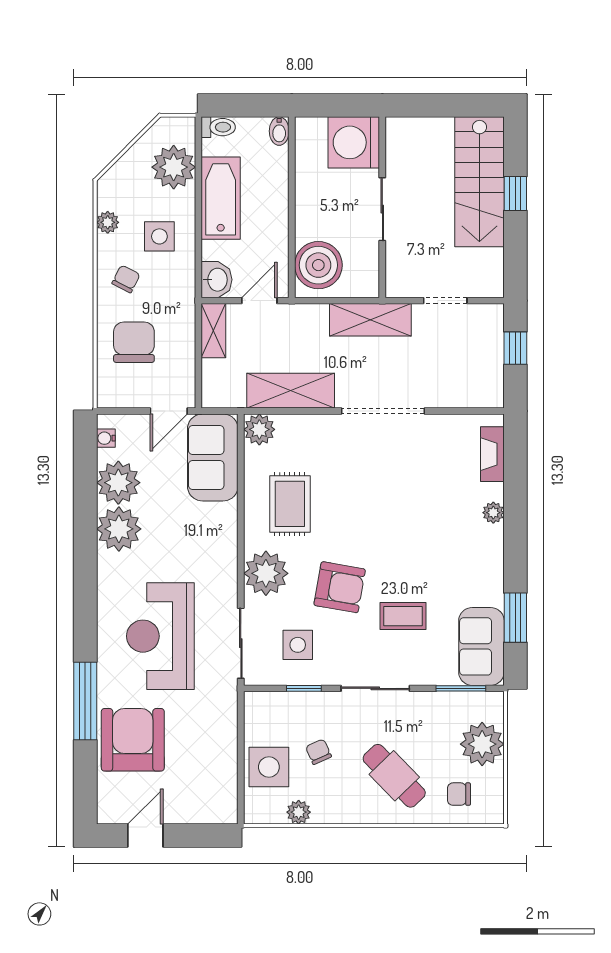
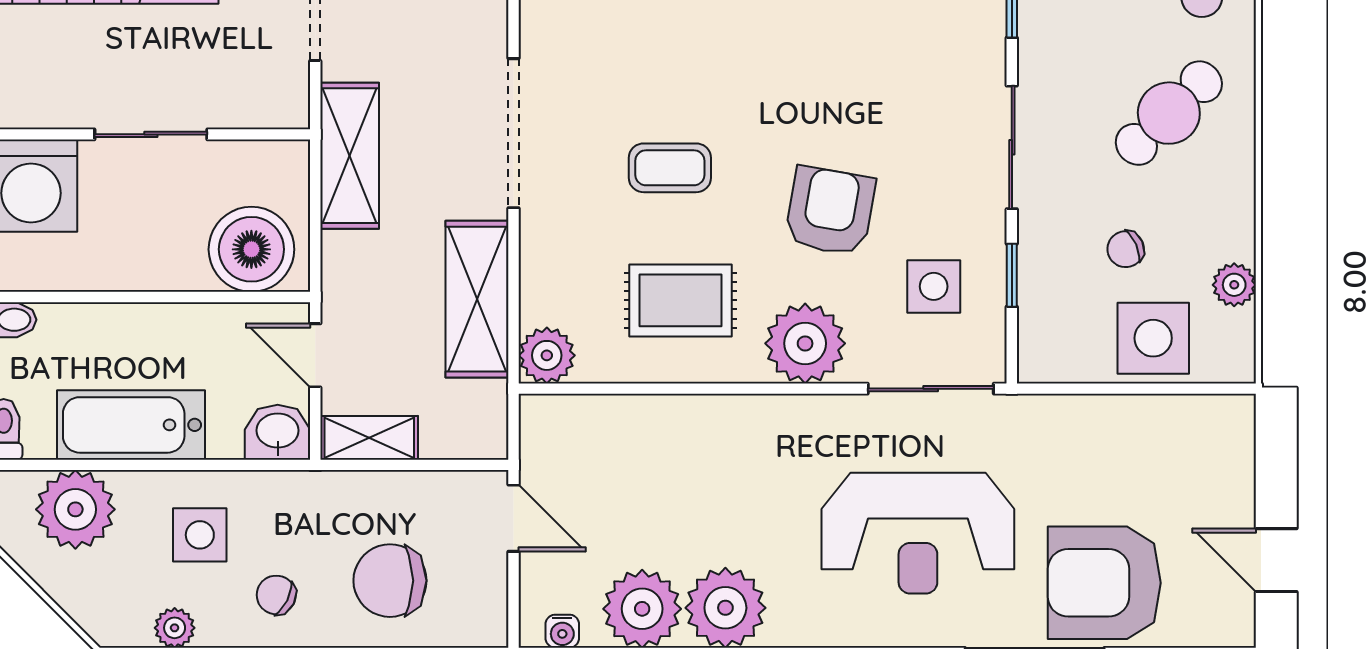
sofa: (213, 457) -> (597, 439), removed
coffee table: (403, 616) -> (670, 168), moved, turned 90

